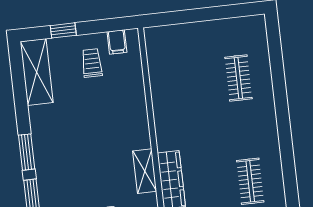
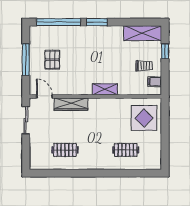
display table: (181, 53) -> (144, 118), added
shelving: (145, 171) -> (105, 89), moved

